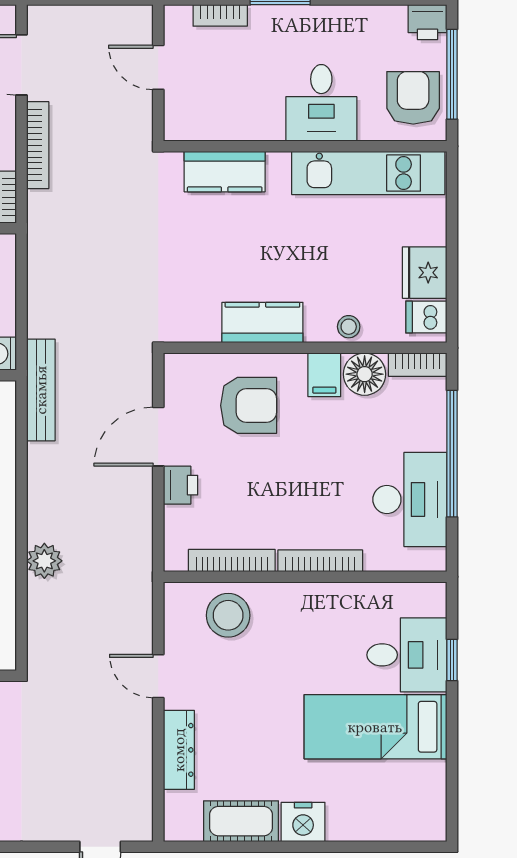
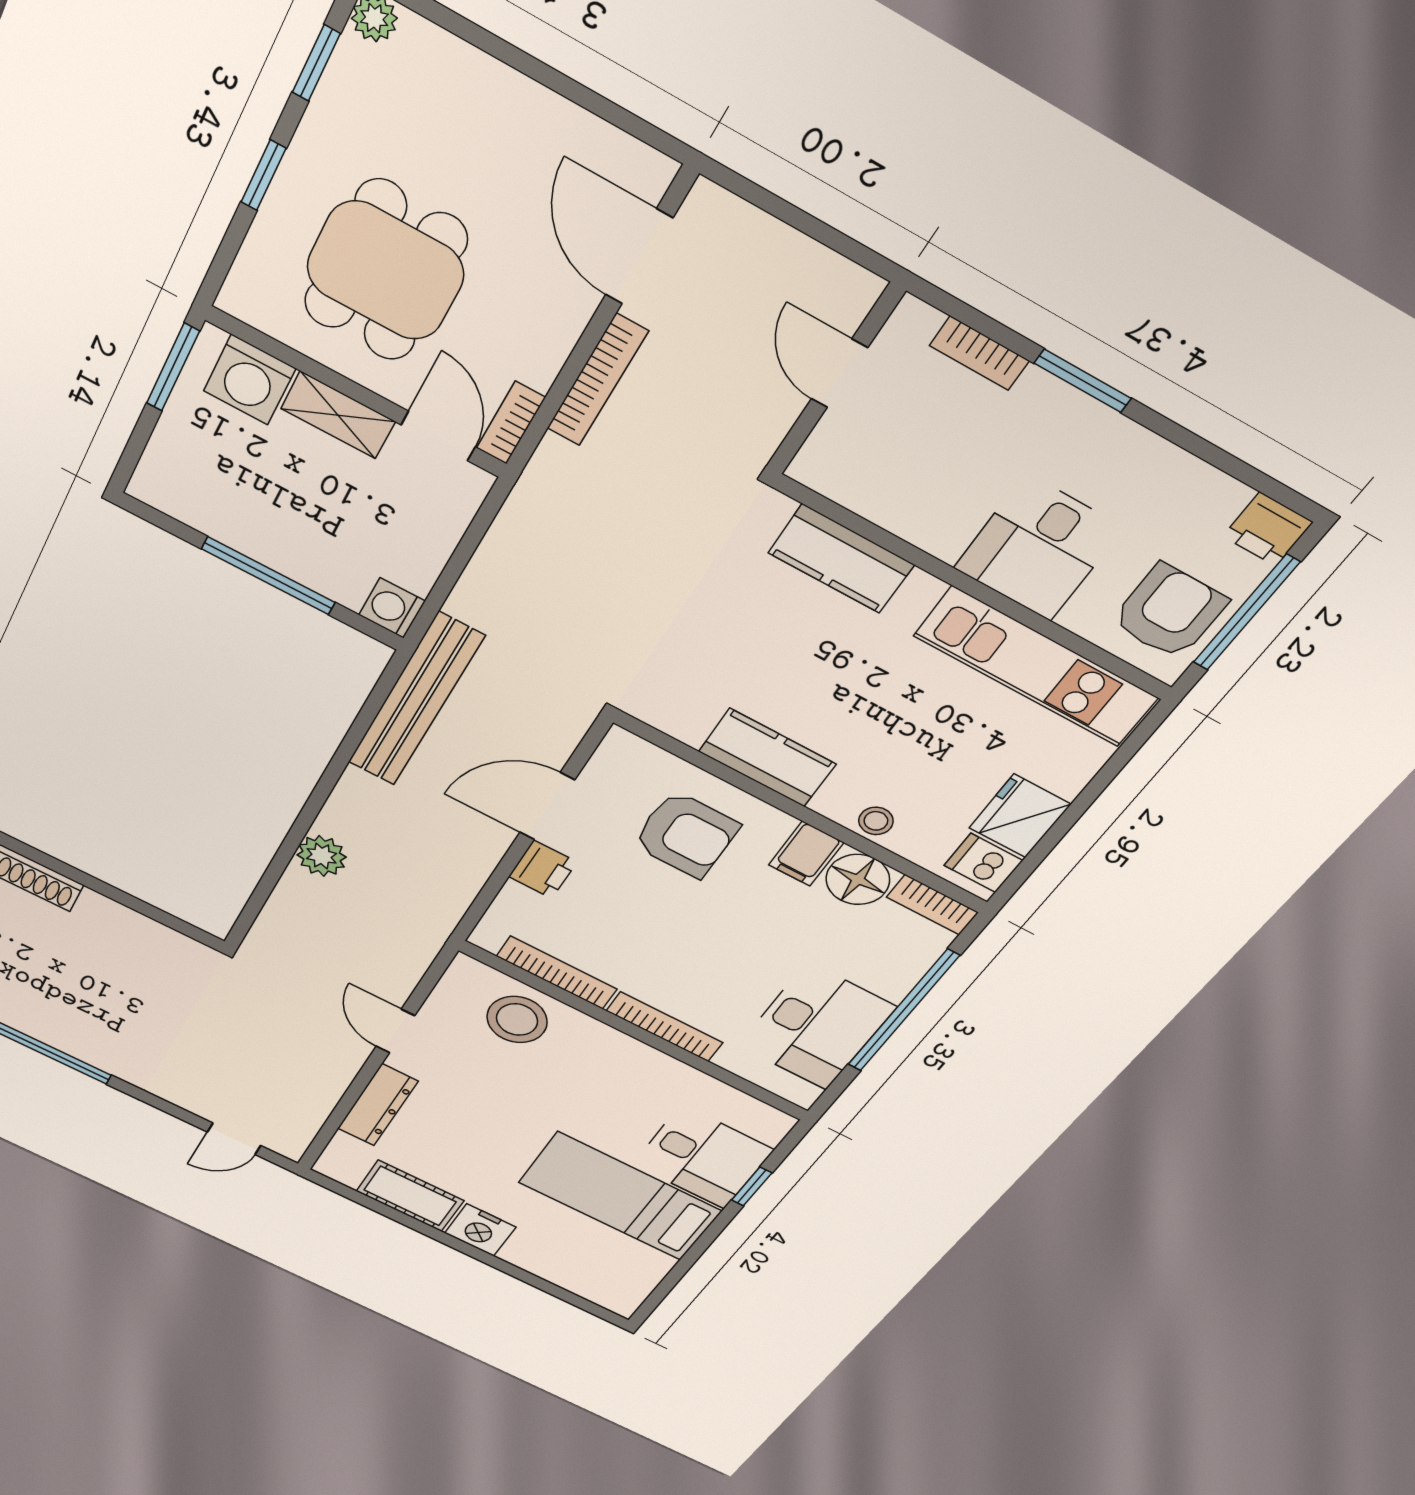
bench: (41, 390) -> (415, 700), width x1.37, depth x1.21

